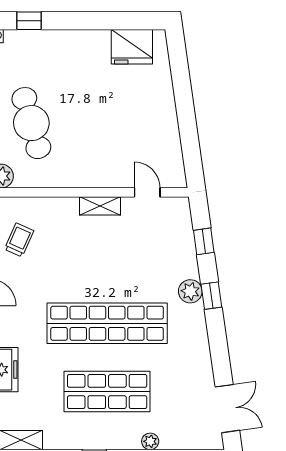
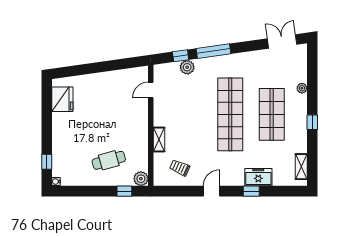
cafe table: (31, 123) -> (109, 160), width x0.73, depth x0.74
shelving: (100, 206) -> (159, 139), moved
plant: (190, 291) -> (187, 67), moved
window: (211, 296) -> (213, 51), width x2.17

